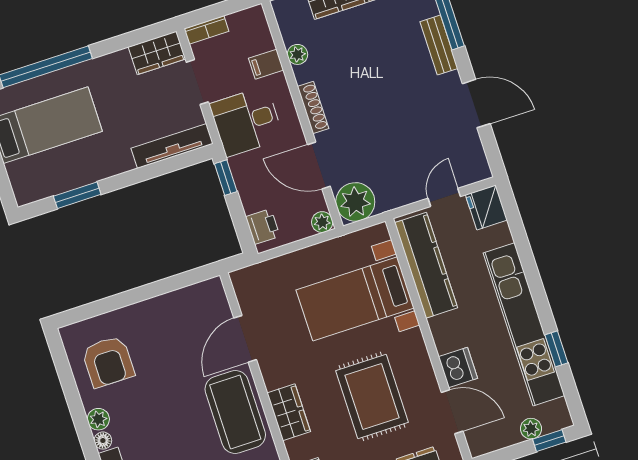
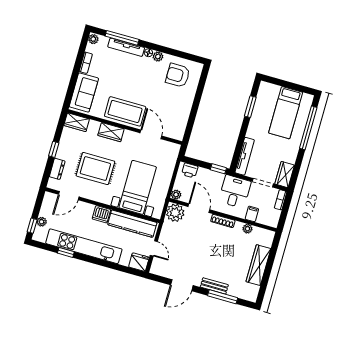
door: (319, 165) -> (199, 208), hinge flipped
dishwasher: (458, 367) -> (101, 214), moved

